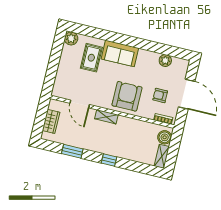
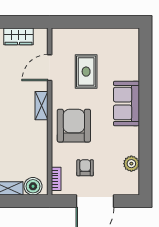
plant: (71, 38) -> (131, 37), removed
rug: (91, 58) -> (86, 72), moved, turned 90
armchair: (127, 96) -> (74, 126), turned -90

